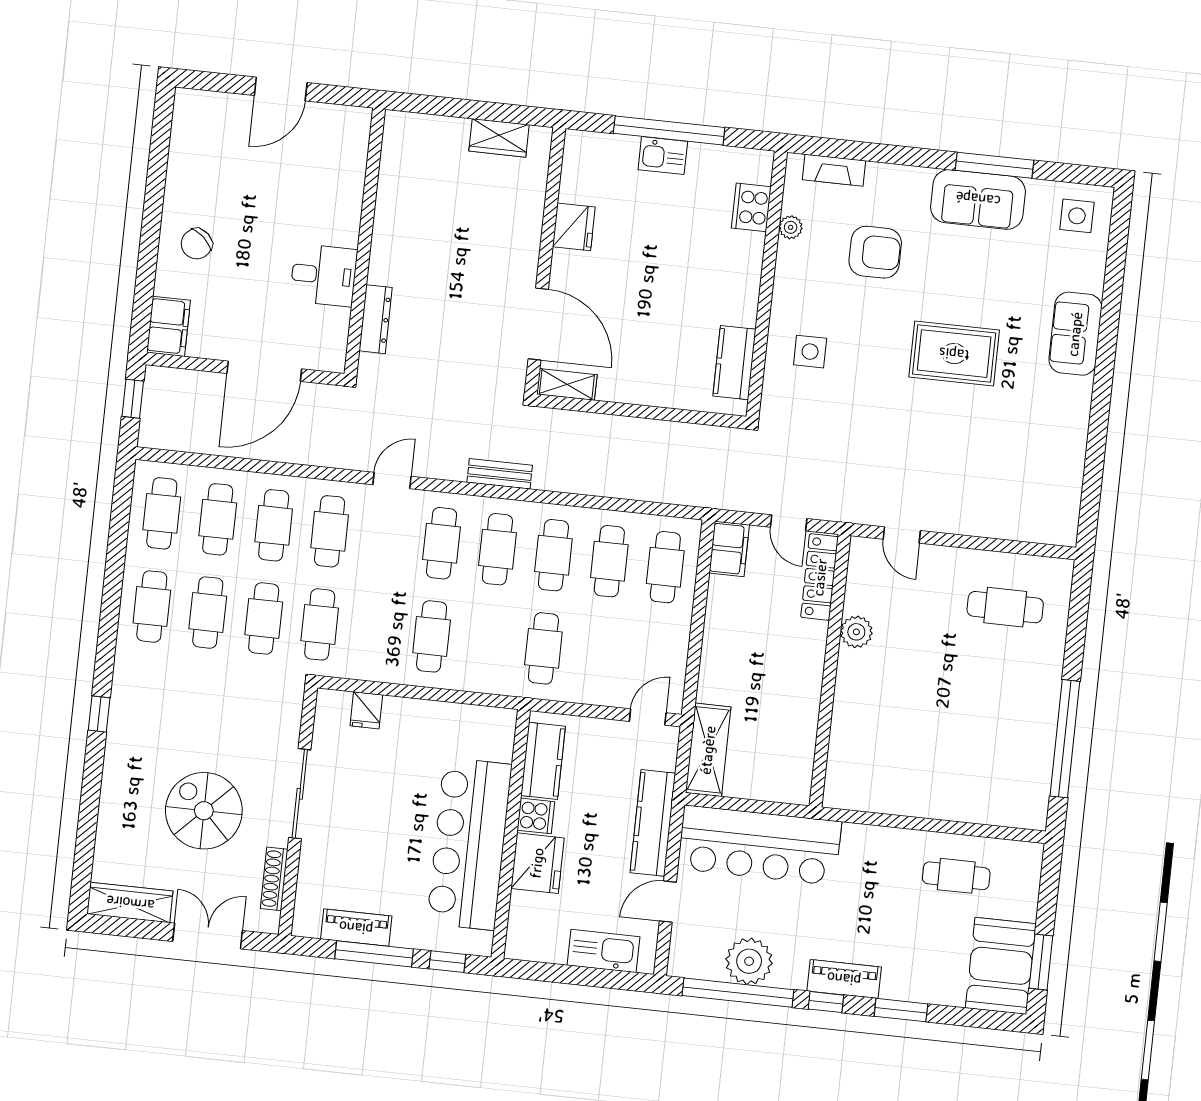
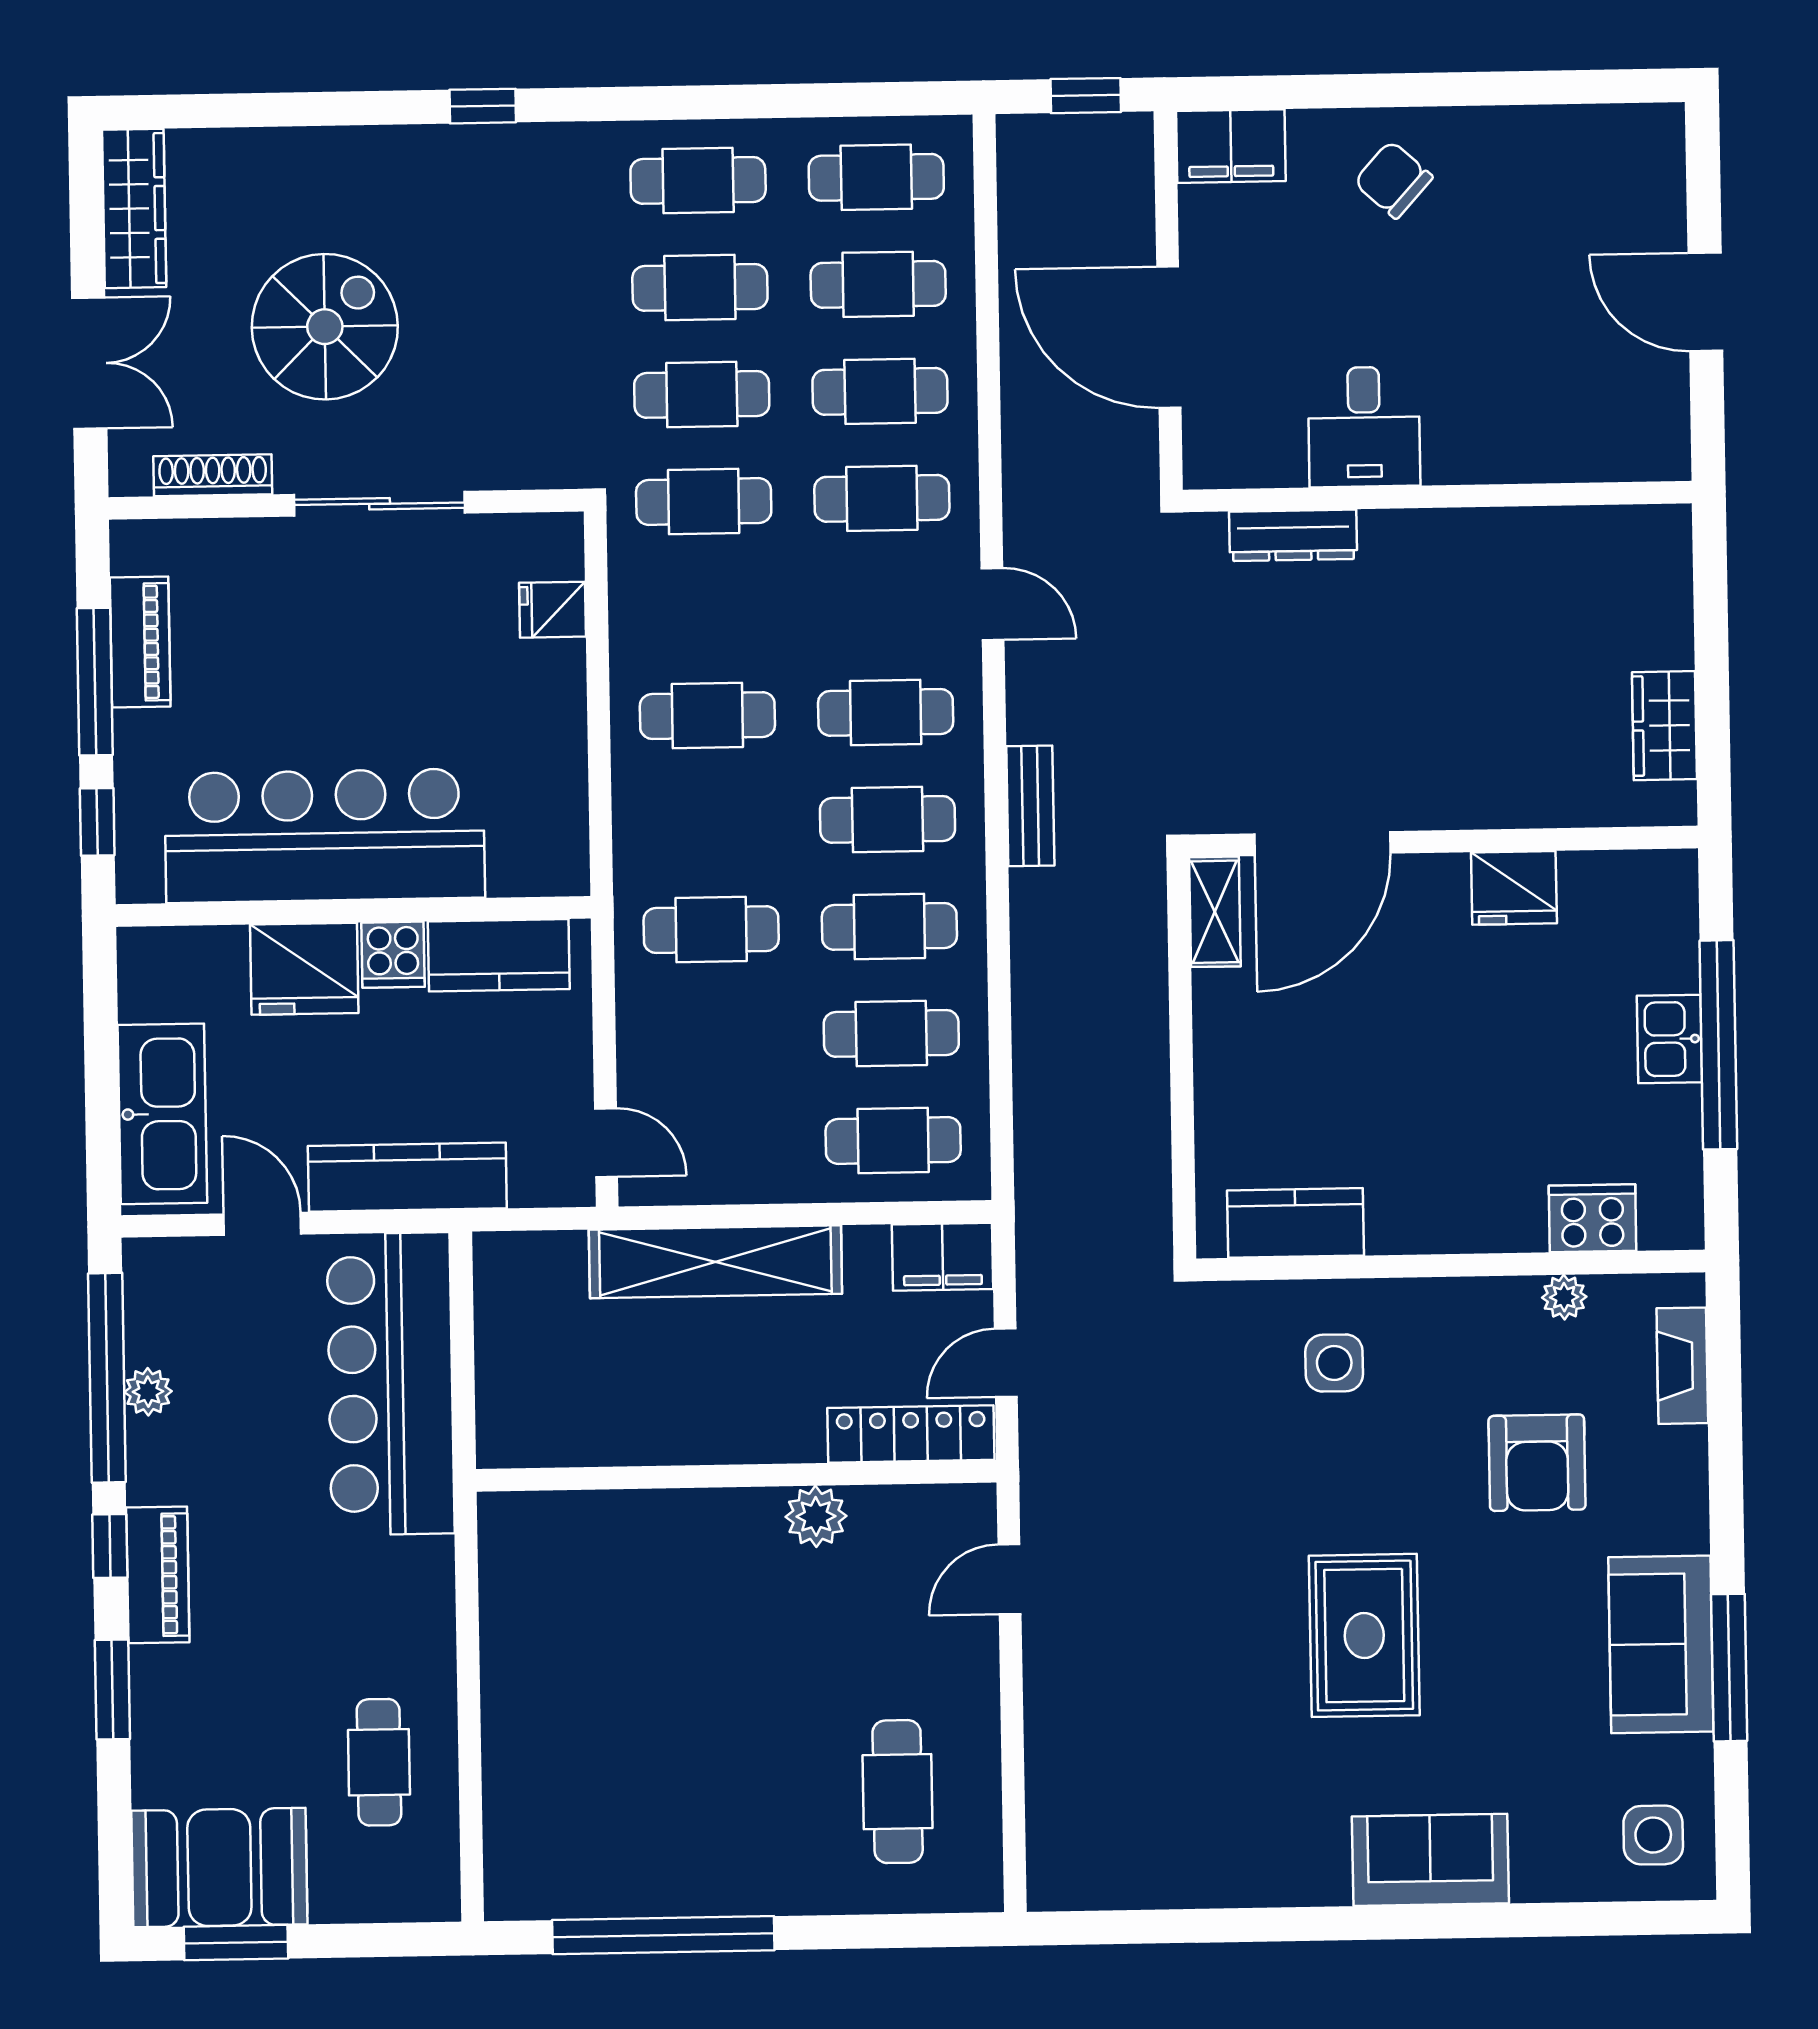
shelving: (708, 750) -> (715, 1262), moved, width x1.47
kitchen sink: (604, 951) -> (162, 1114), width x1.36, depth x1.24
plant: (749, 961) -> (148, 1392), width x0.53, depth x0.53

